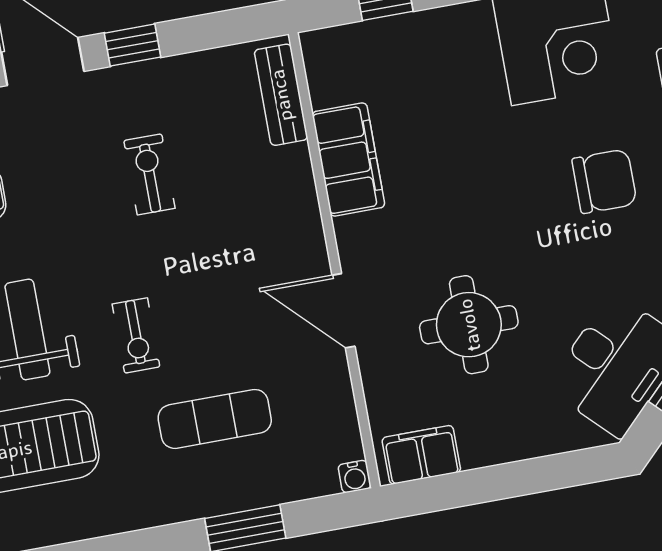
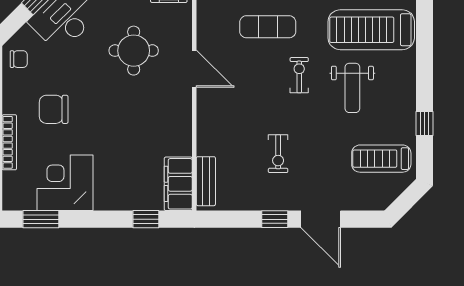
filing cabinet: (348, 160) -> (178, 184), moved

